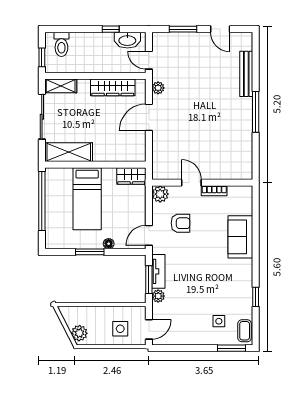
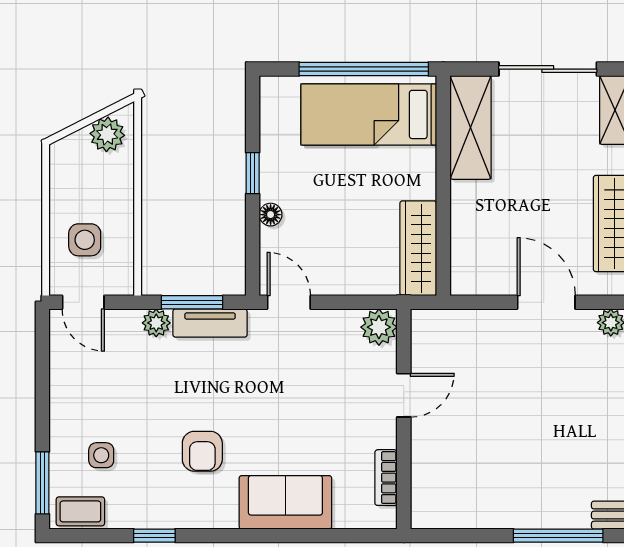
wardrobe: (131, 176) -> (418, 248), width x1.50
bookcase: (214, 191) -> (386, 478), moved
bed: (87, 199) -> (369, 114), moved
armchair: (181, 223) -> (202, 451), moved
window: (90, 252) -> (253, 173), width x0.67
plant: (79, 333) -> (107, 134), moved

